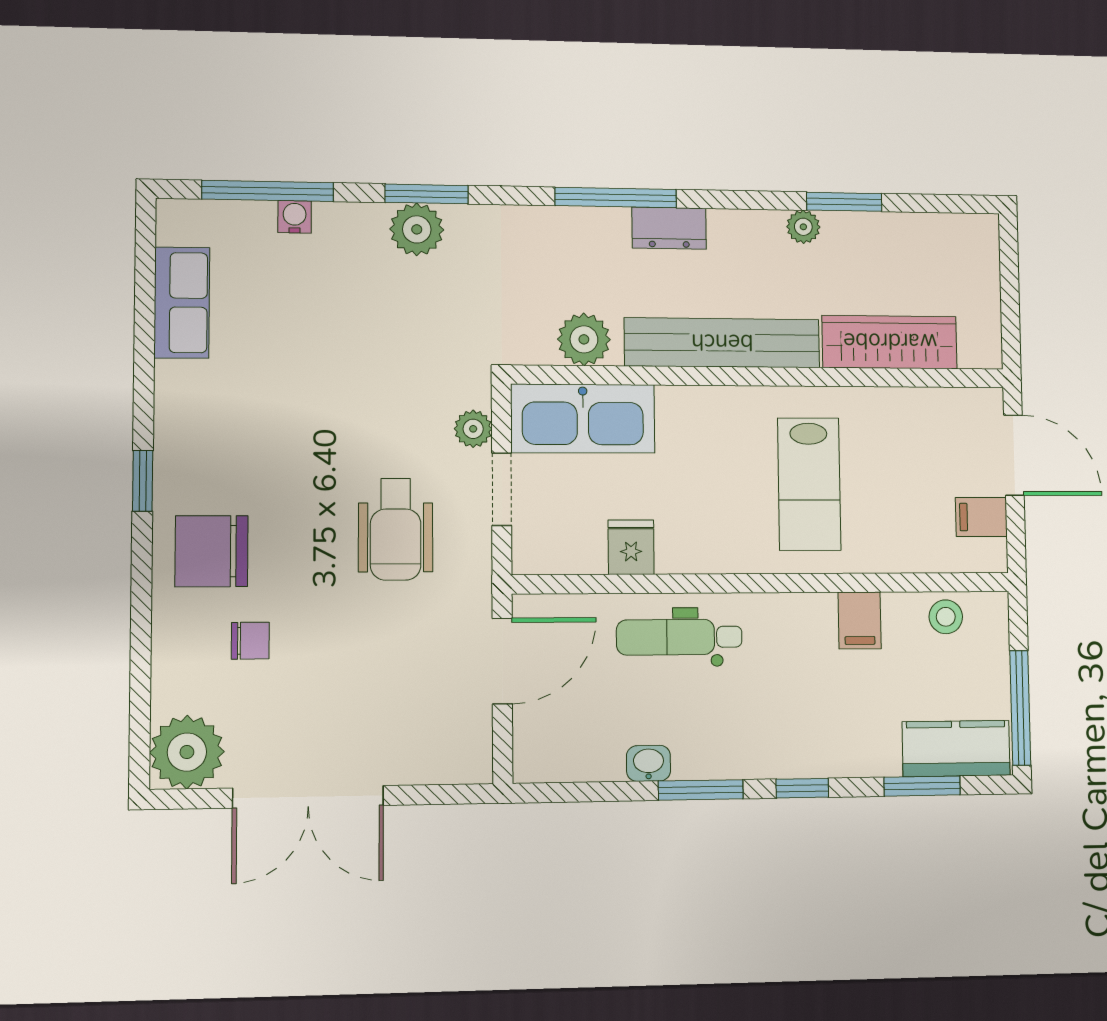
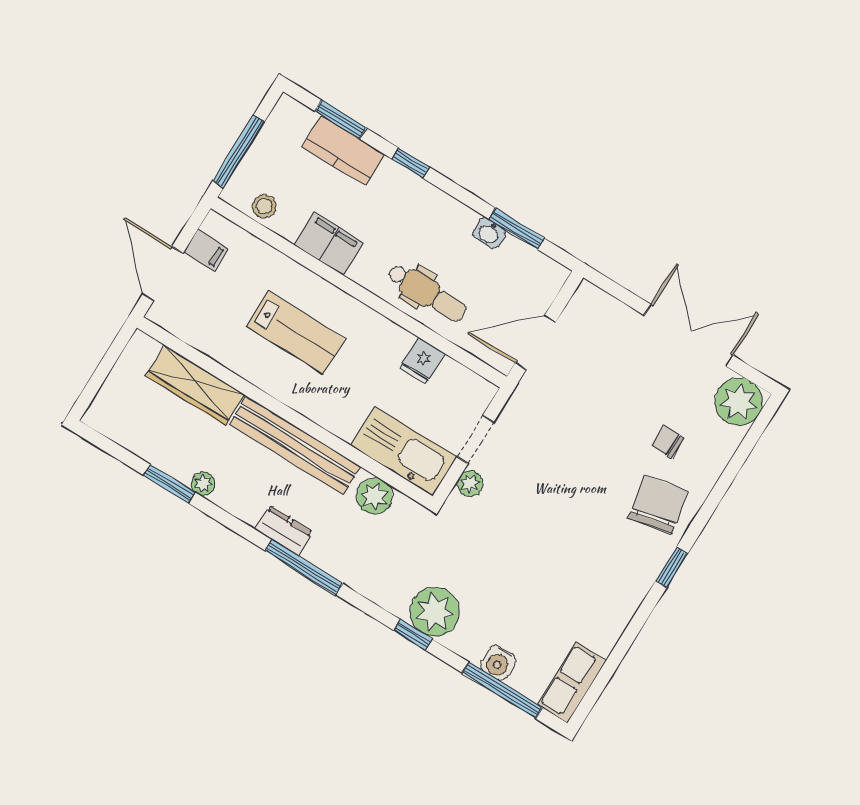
window: (427, 194) -> (413, 635), width x0.67
water cooler: (295, 217) -> (498, 663), width x1.38, depth x1.38
plant: (417, 229) -> (435, 612), width x1.36, depth x1.36
row of seats: (182, 303) -> (572, 683), moved
lab bench: (809, 484) -> (296, 332), turned 90
wheelchair: (396, 529) -> (549, 454), removed
chair: (212, 551) -> (658, 505), turned -102
filing cabinet: (860, 620) -> (329, 244), width x2.00
window: (1020, 708) -> (239, 151), moved
kitchen counter: (956, 749) -> (343, 150), moved
window: (701, 790) -> (517, 229), moved

